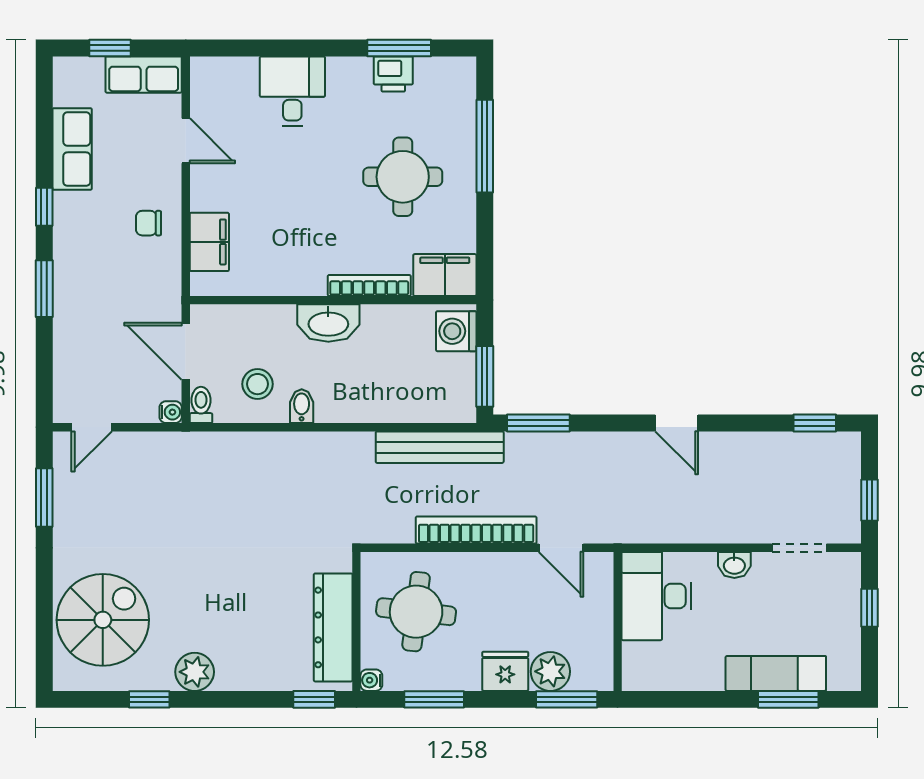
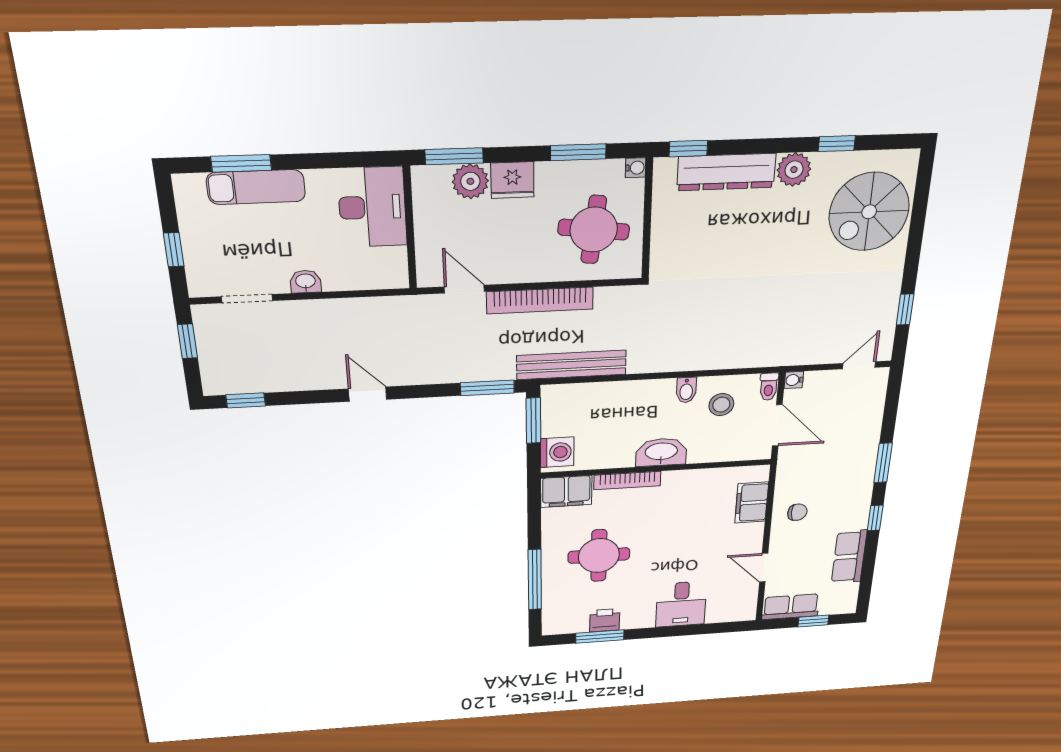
window: (44, 498) -> (905, 310), width x0.67
desk: (656, 596) -> (372, 207), moved
dresser: (333, 627) -> (726, 172), moved, turned 90

